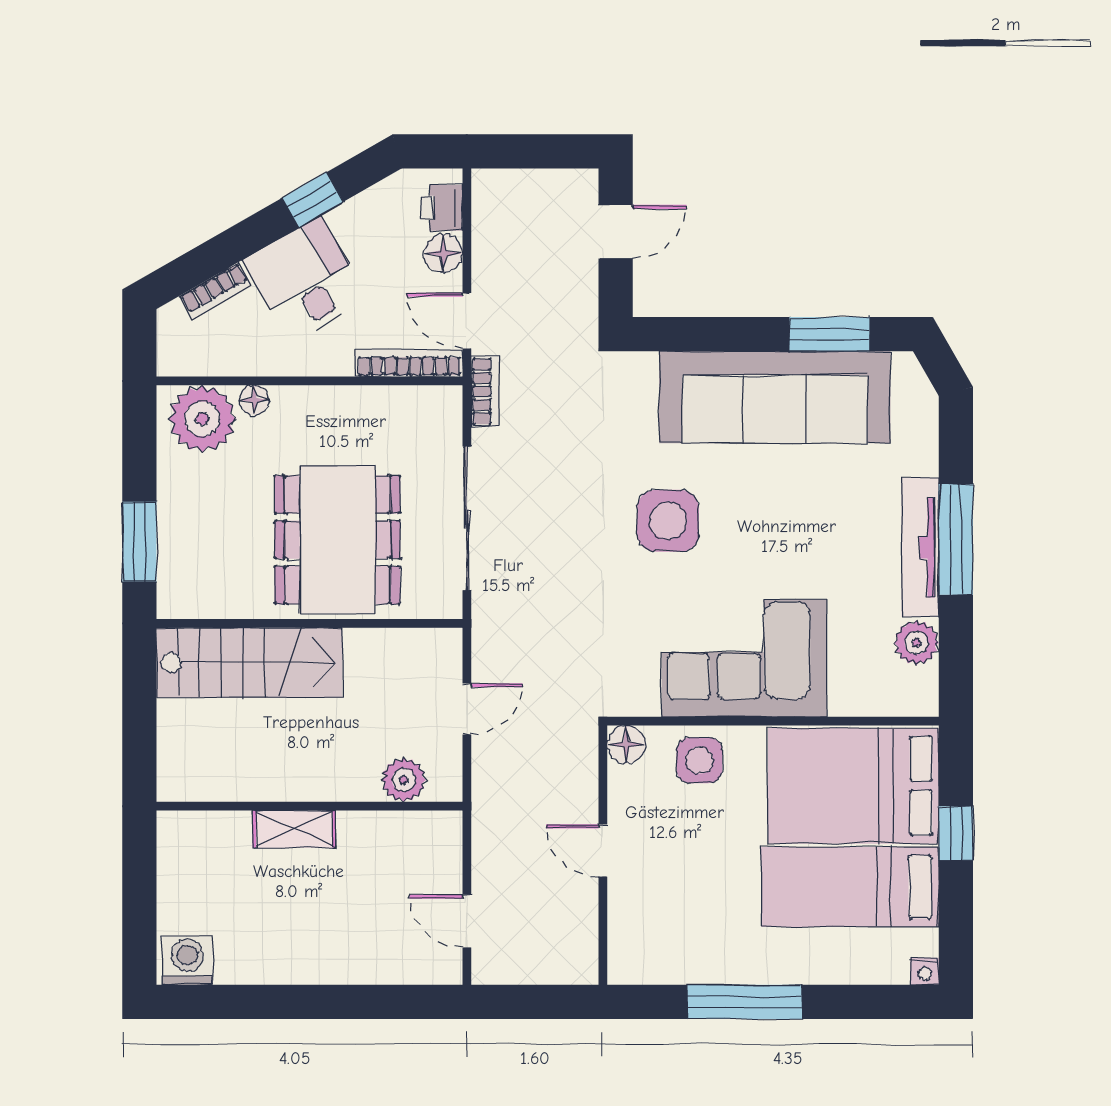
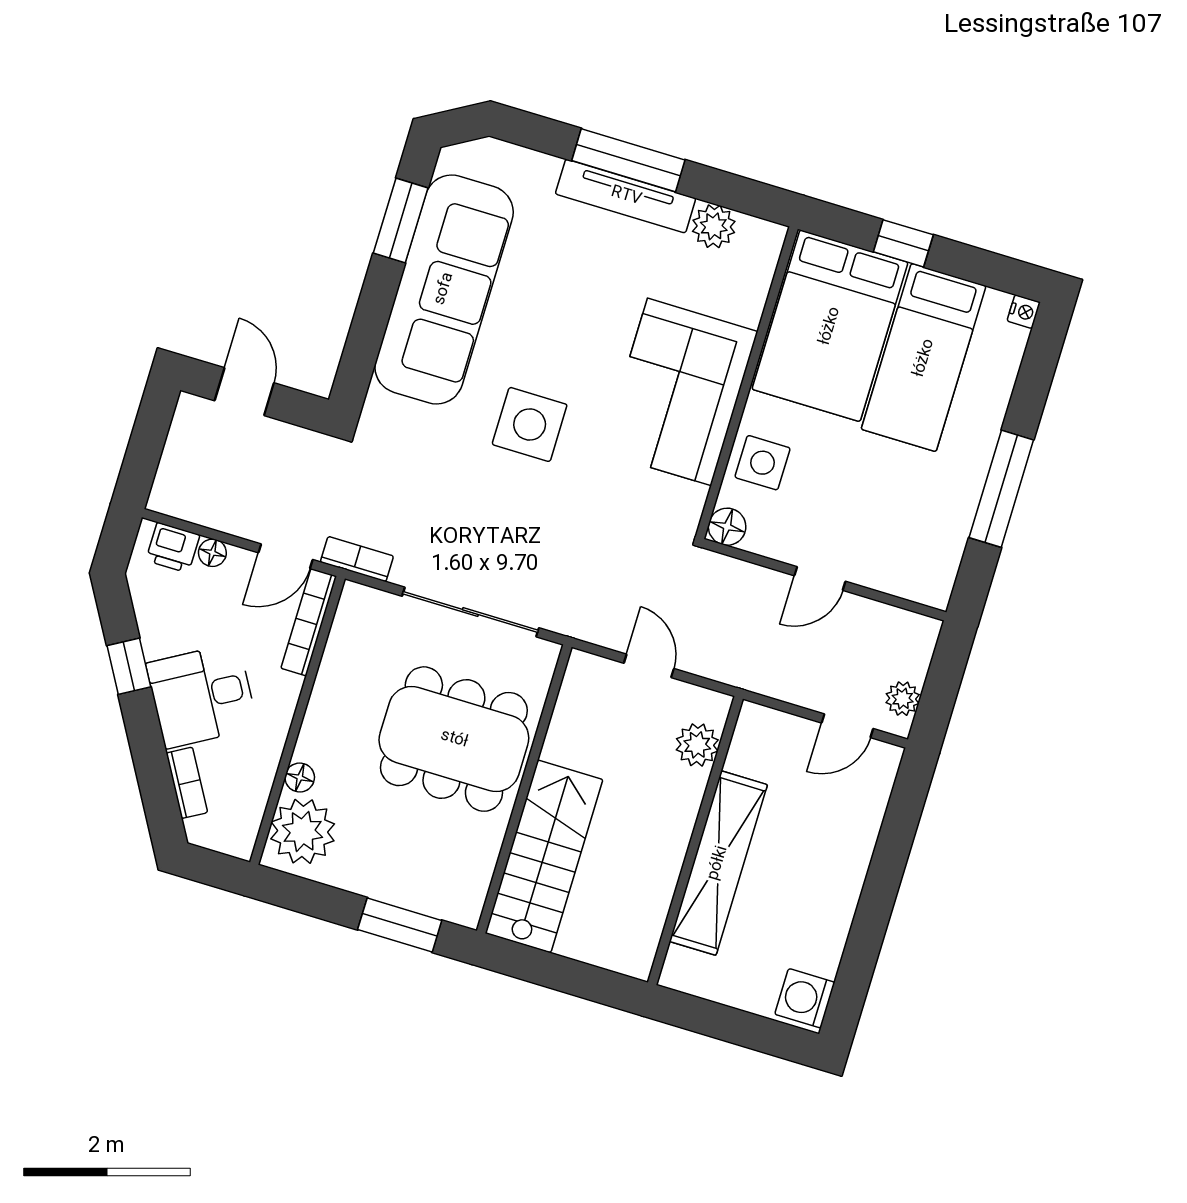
floor lamp: (443, 253) -> (212, 553), width x0.73, depth x0.73
shelving: (294, 829) -> (718, 863), width x2.20, depth x1.33
plant: (510, 967) -> (903, 699), added

